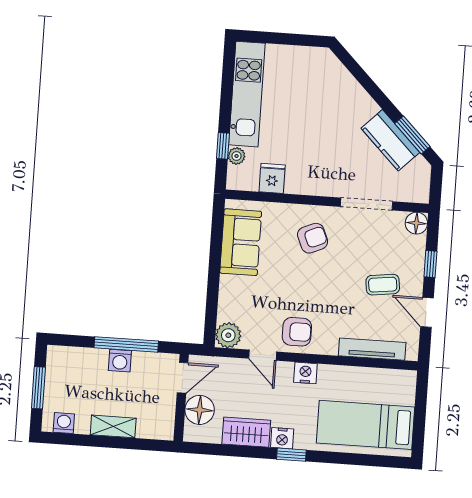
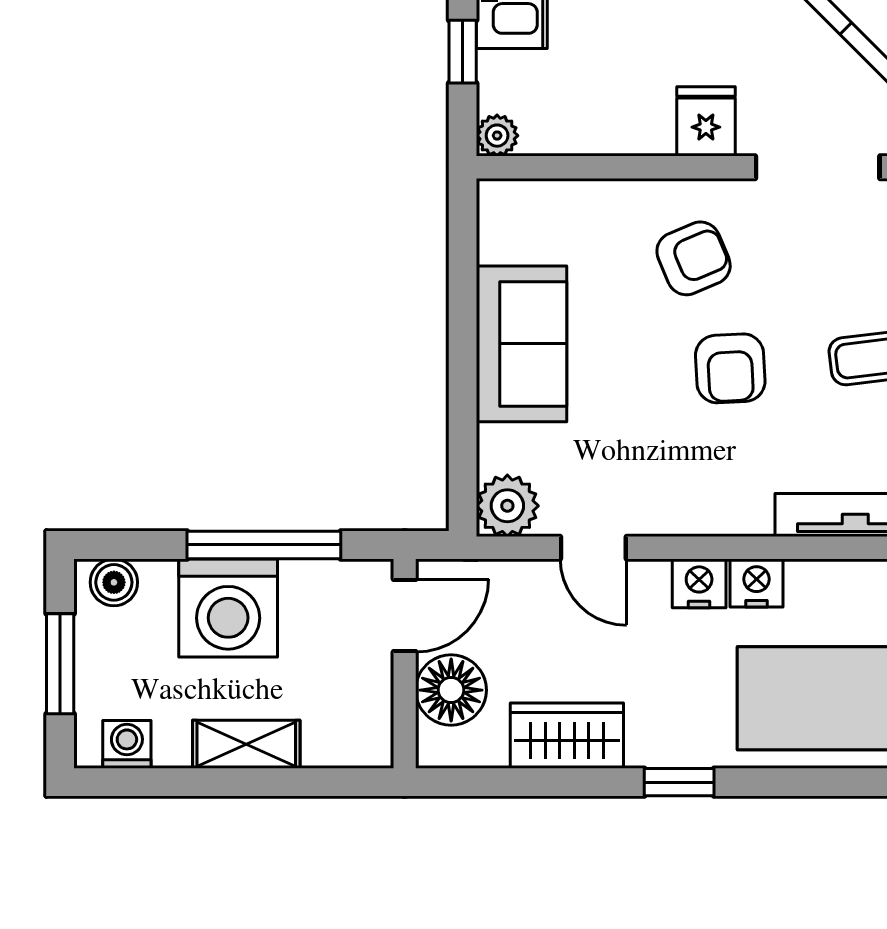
plant: (237, 156) -> (497, 136), moved
fridge: (272, 178) -> (706, 121), moved
sofa: (241, 242) -> (521, 344), moved
armchair: (297, 332) -> (730, 368), moved, turned 87
boiler: (63, 356) -> (114, 582), added
washing machine: (120, 361) -> (228, 608), width x1.89, depth x1.89
nightstand: (282, 438) -> (757, 583), moved, turned 180

